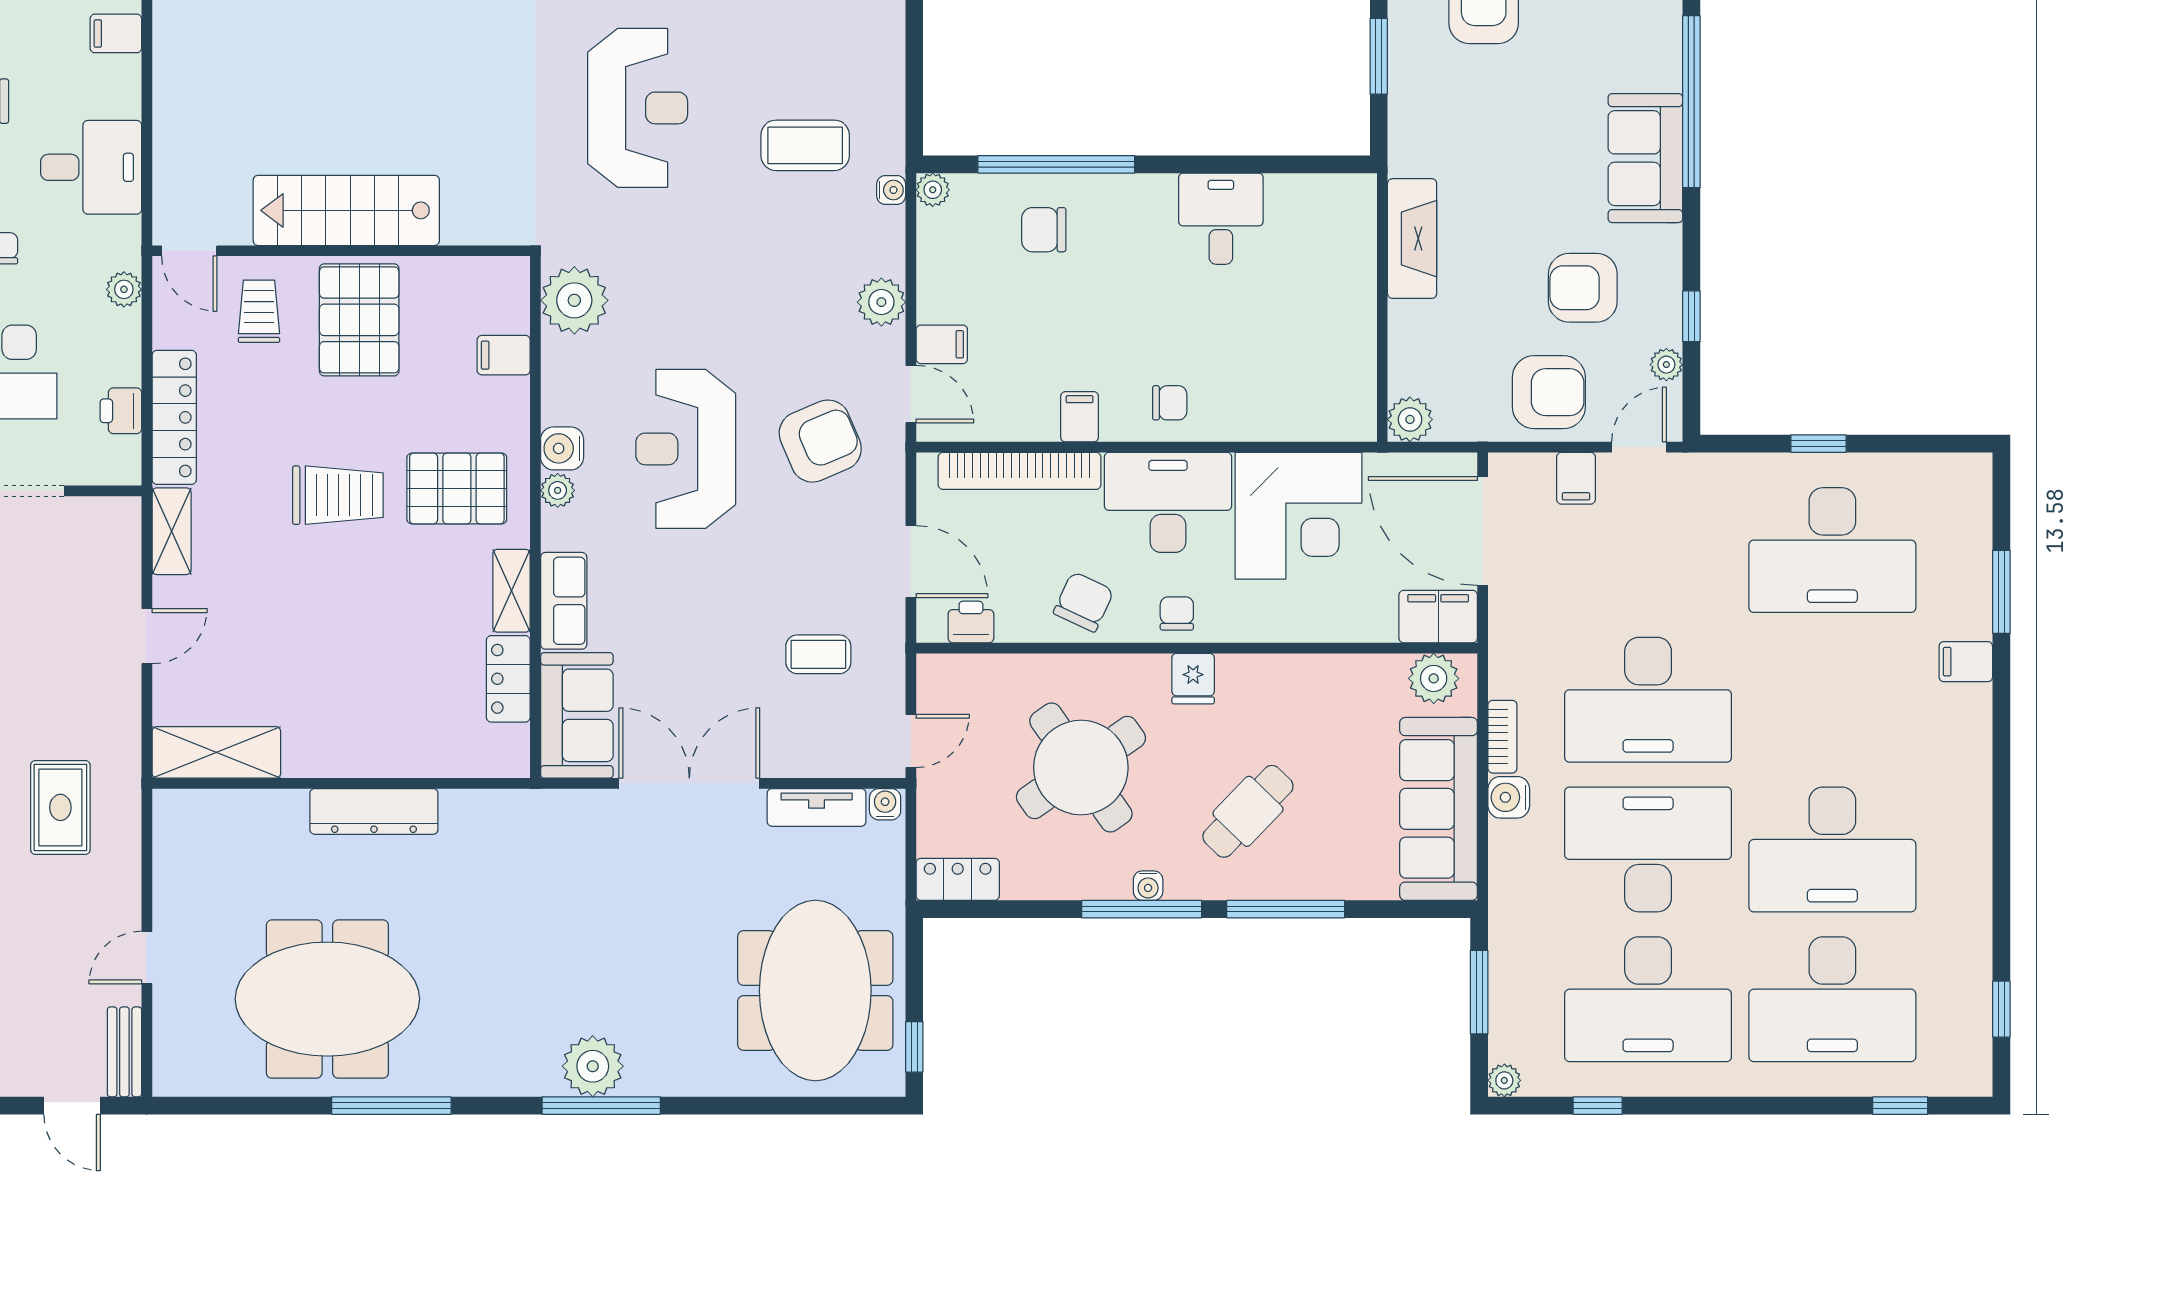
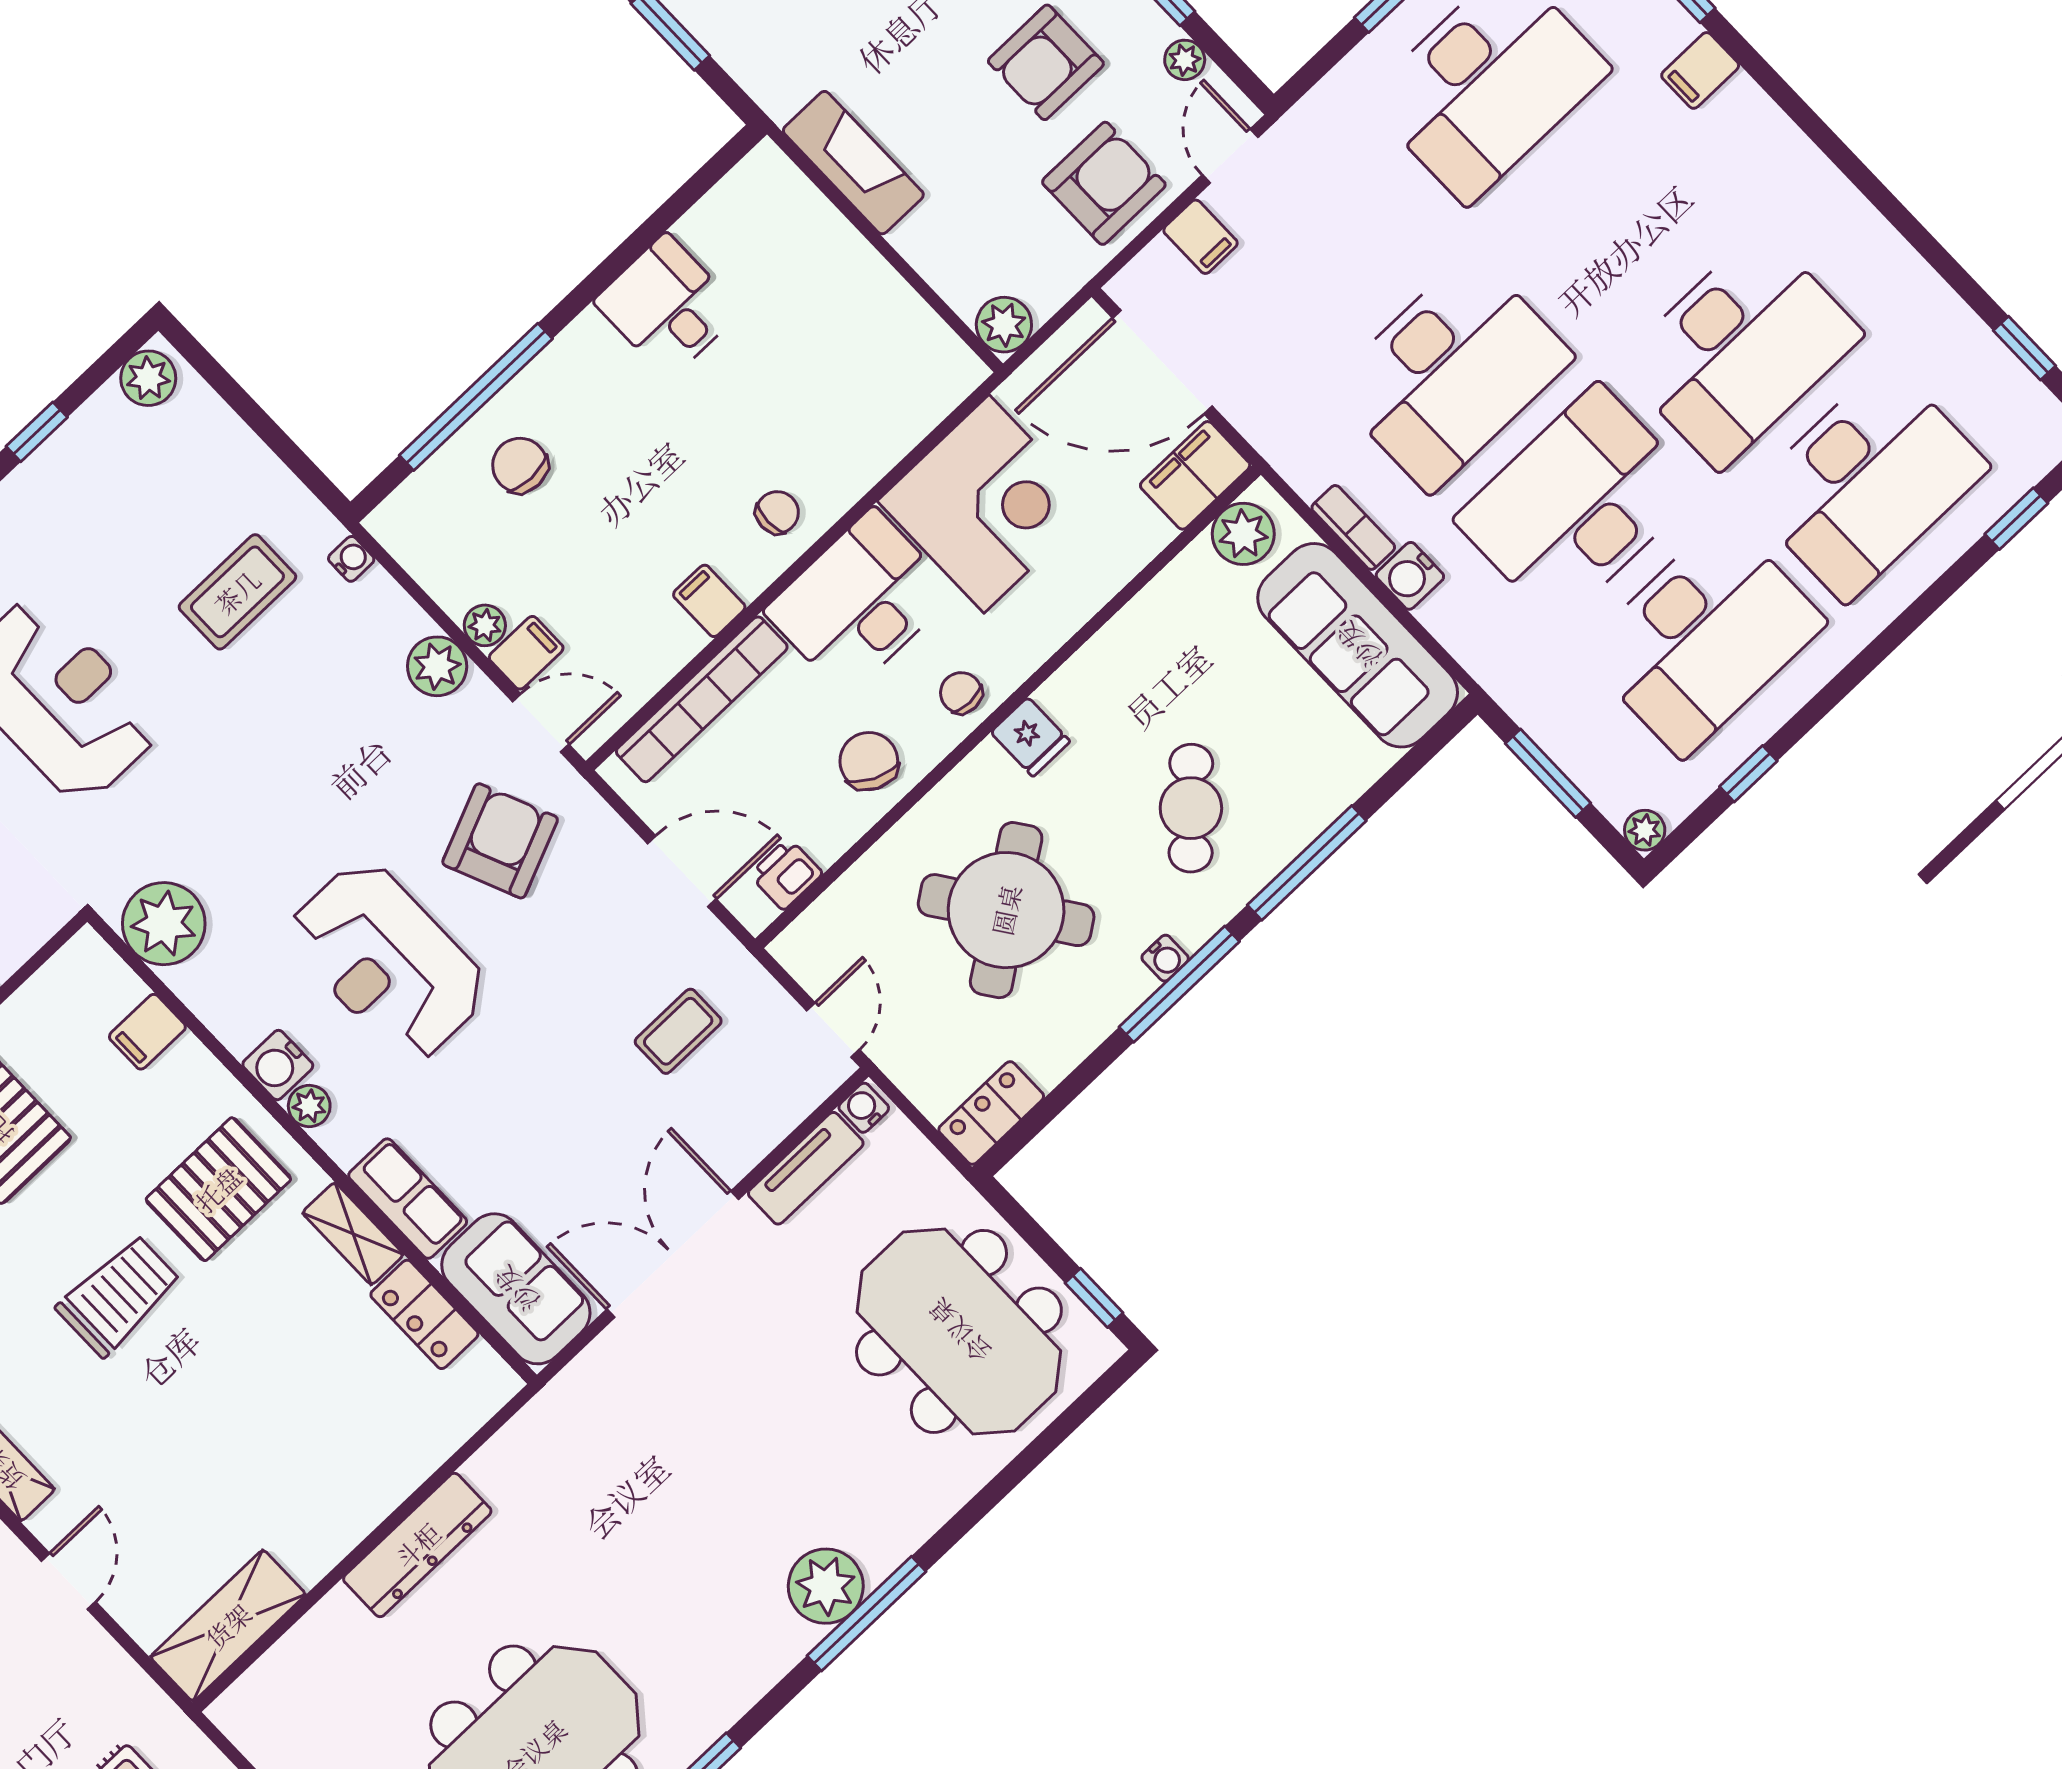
plant: (933, 190) -> (485, 625), moved
chair: (1044, 230) -> (520, 465), turned 90

